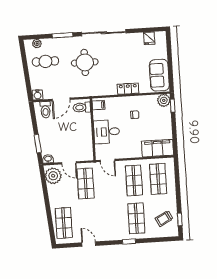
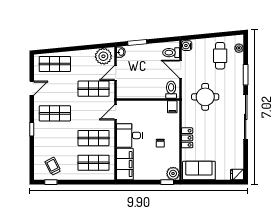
fridge: (149, 38) -> (237, 175), moved
round table: (85, 62) -> (205, 97), moved
desk: (107, 132) -> (129, 135), moved, turned -90
shop shelf: (136, 218) -> (55, 113), moved

